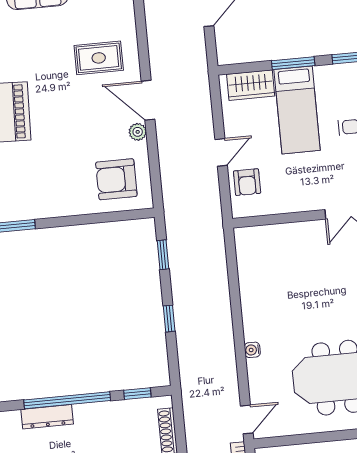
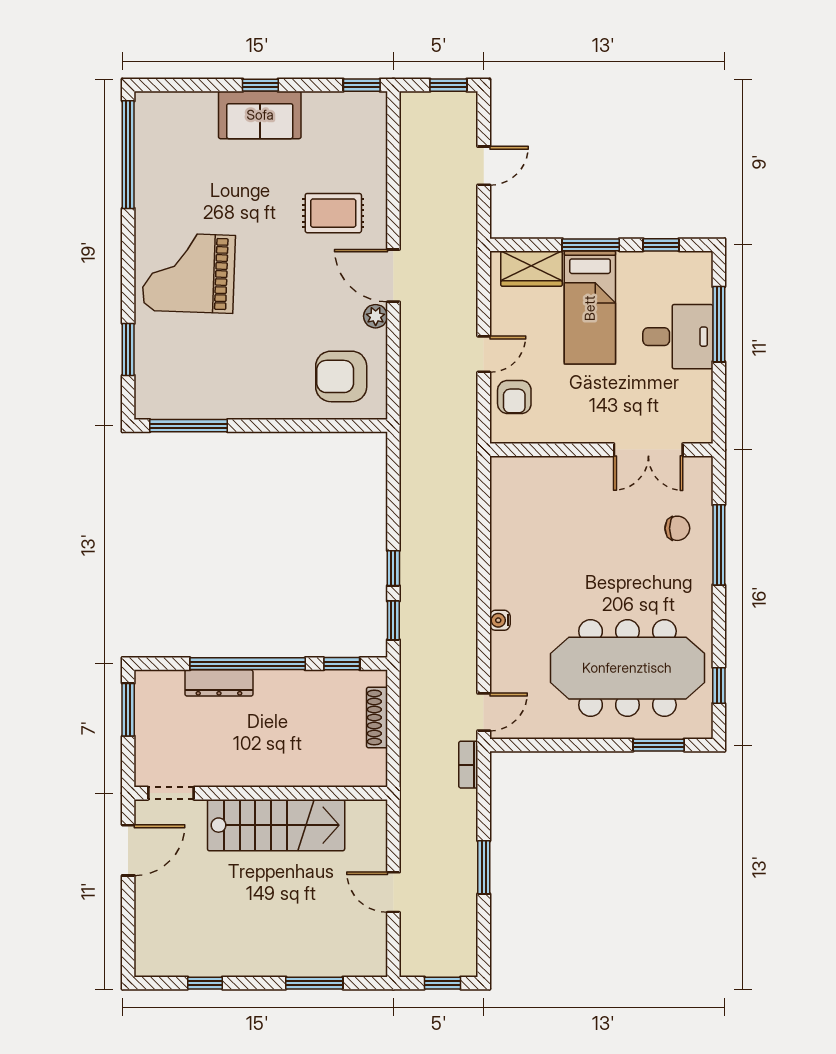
window: (163, 255) -> (393, 620), moved

